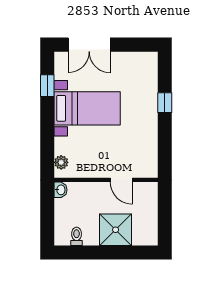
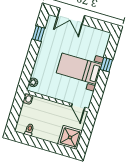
bed with nightstands: (87, 108) -> (79, 69), moved, turned 180
door: (121, 180) -> (78, 107), moved
shower: (116, 230) -> (70, 137), moved

